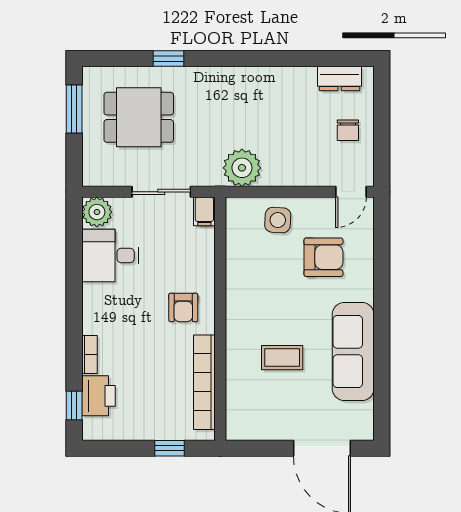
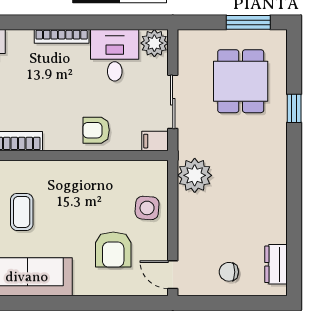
armchair: (183, 307) -> (96, 130), moved
bookcase: (90, 355) -> (62, 36), moved, width x1.56

